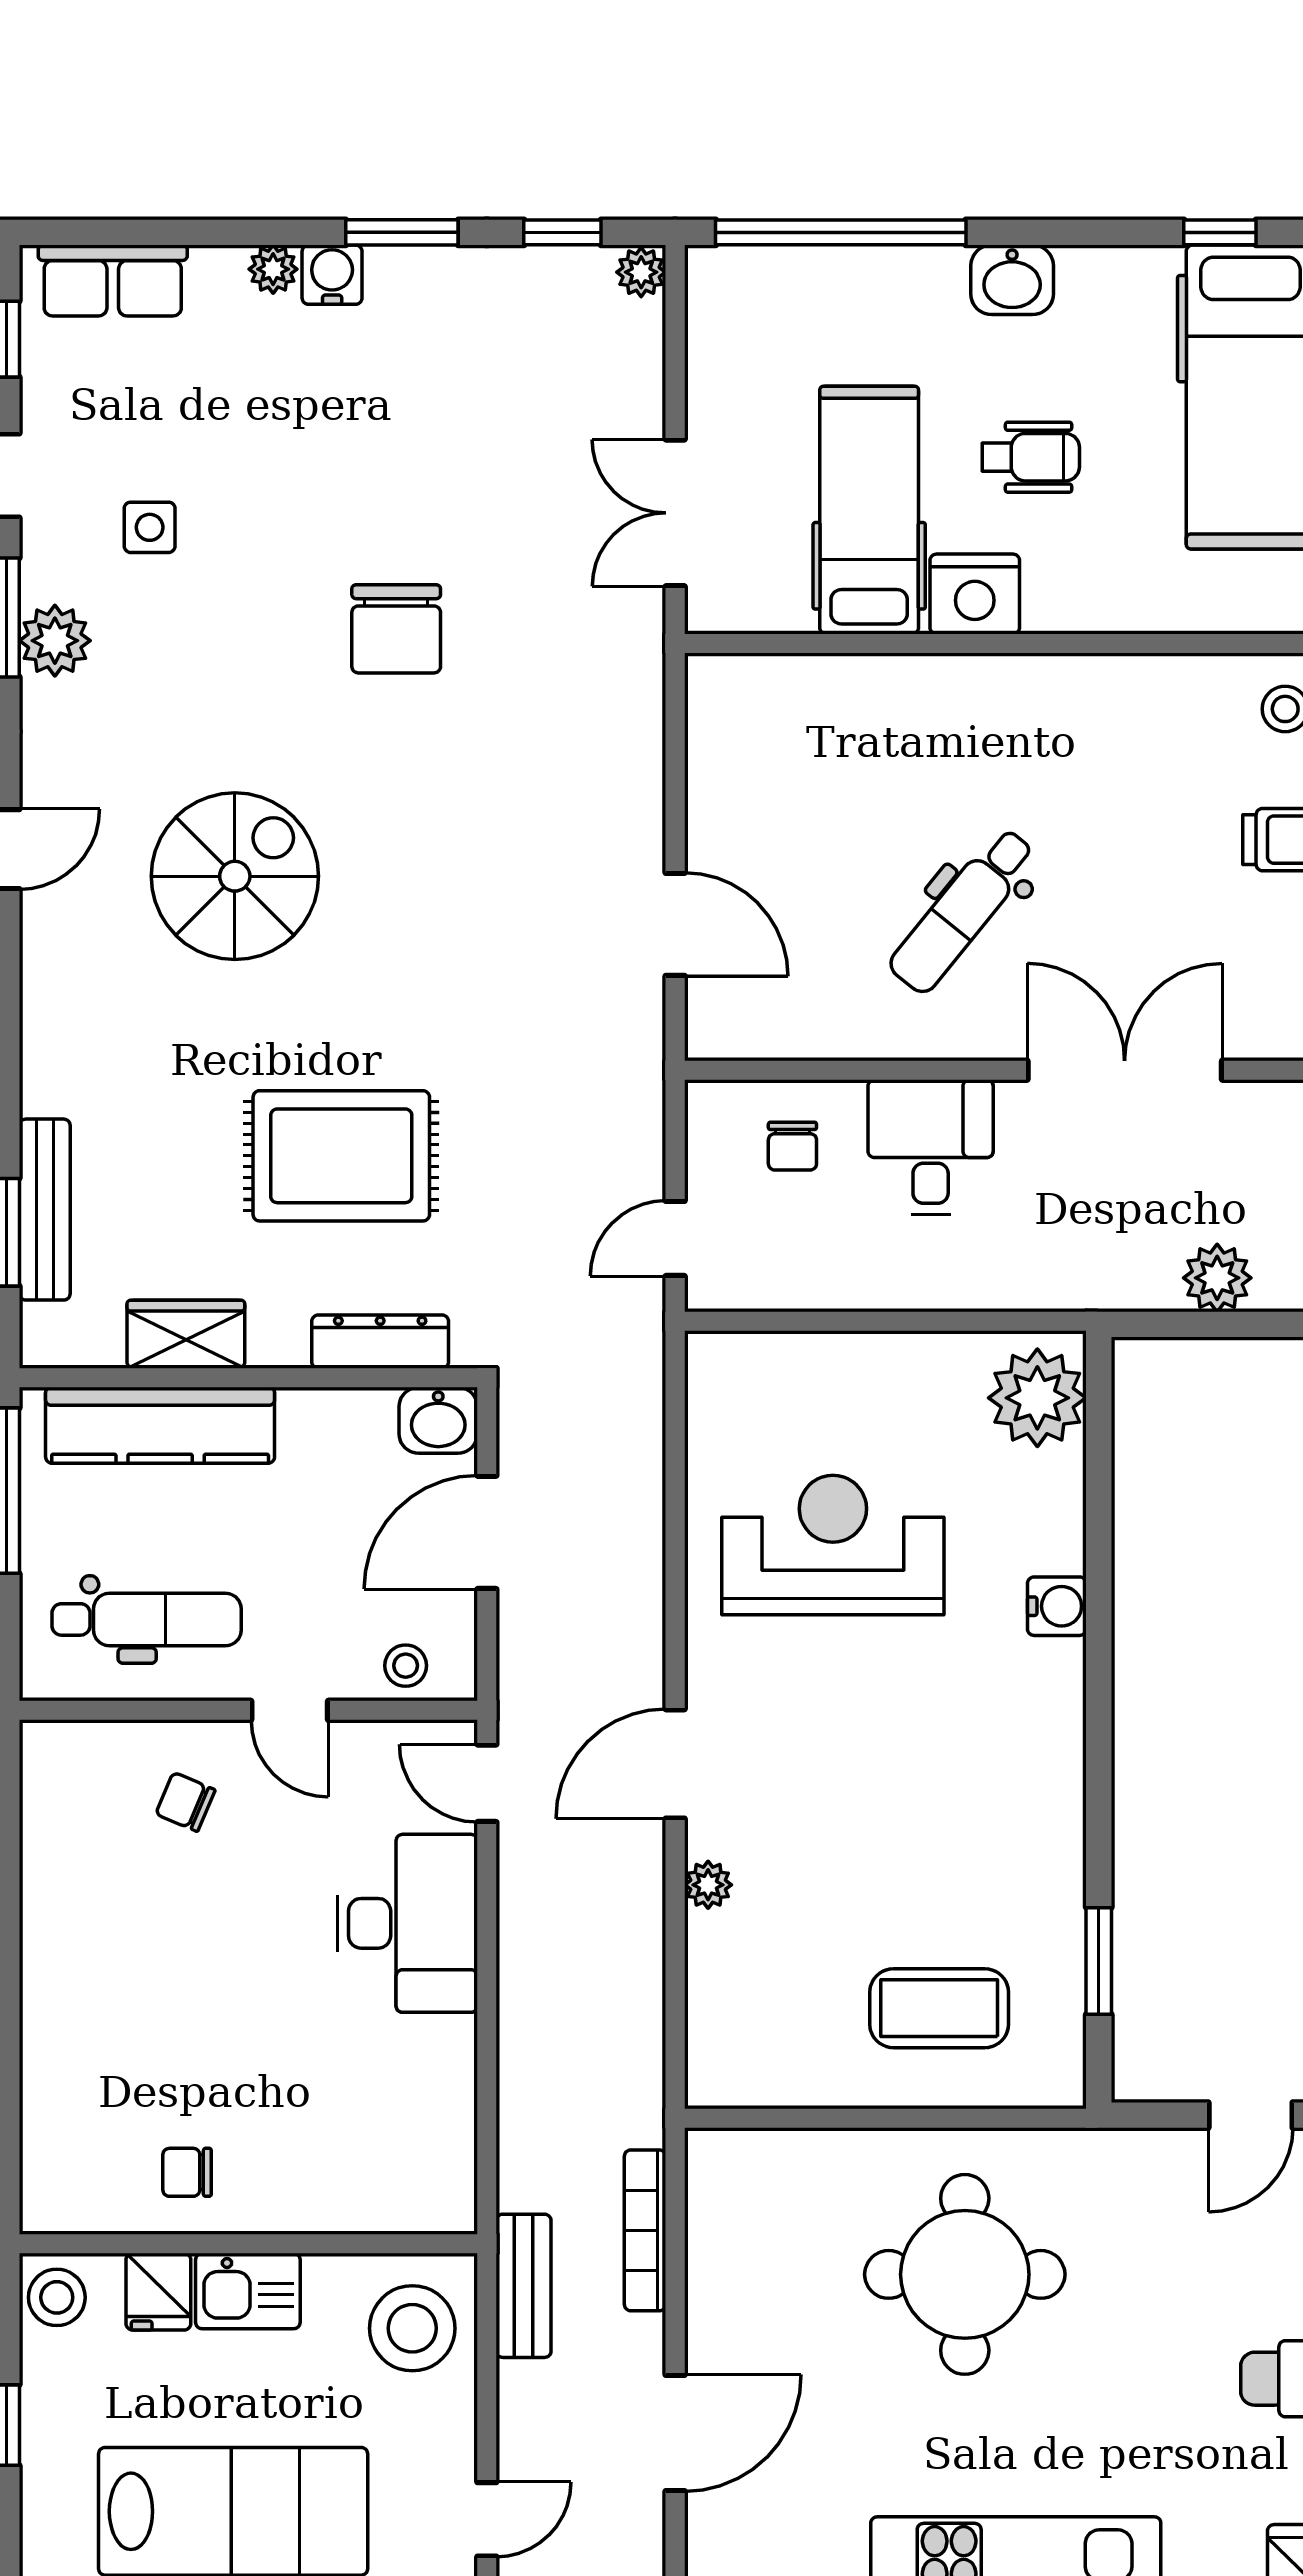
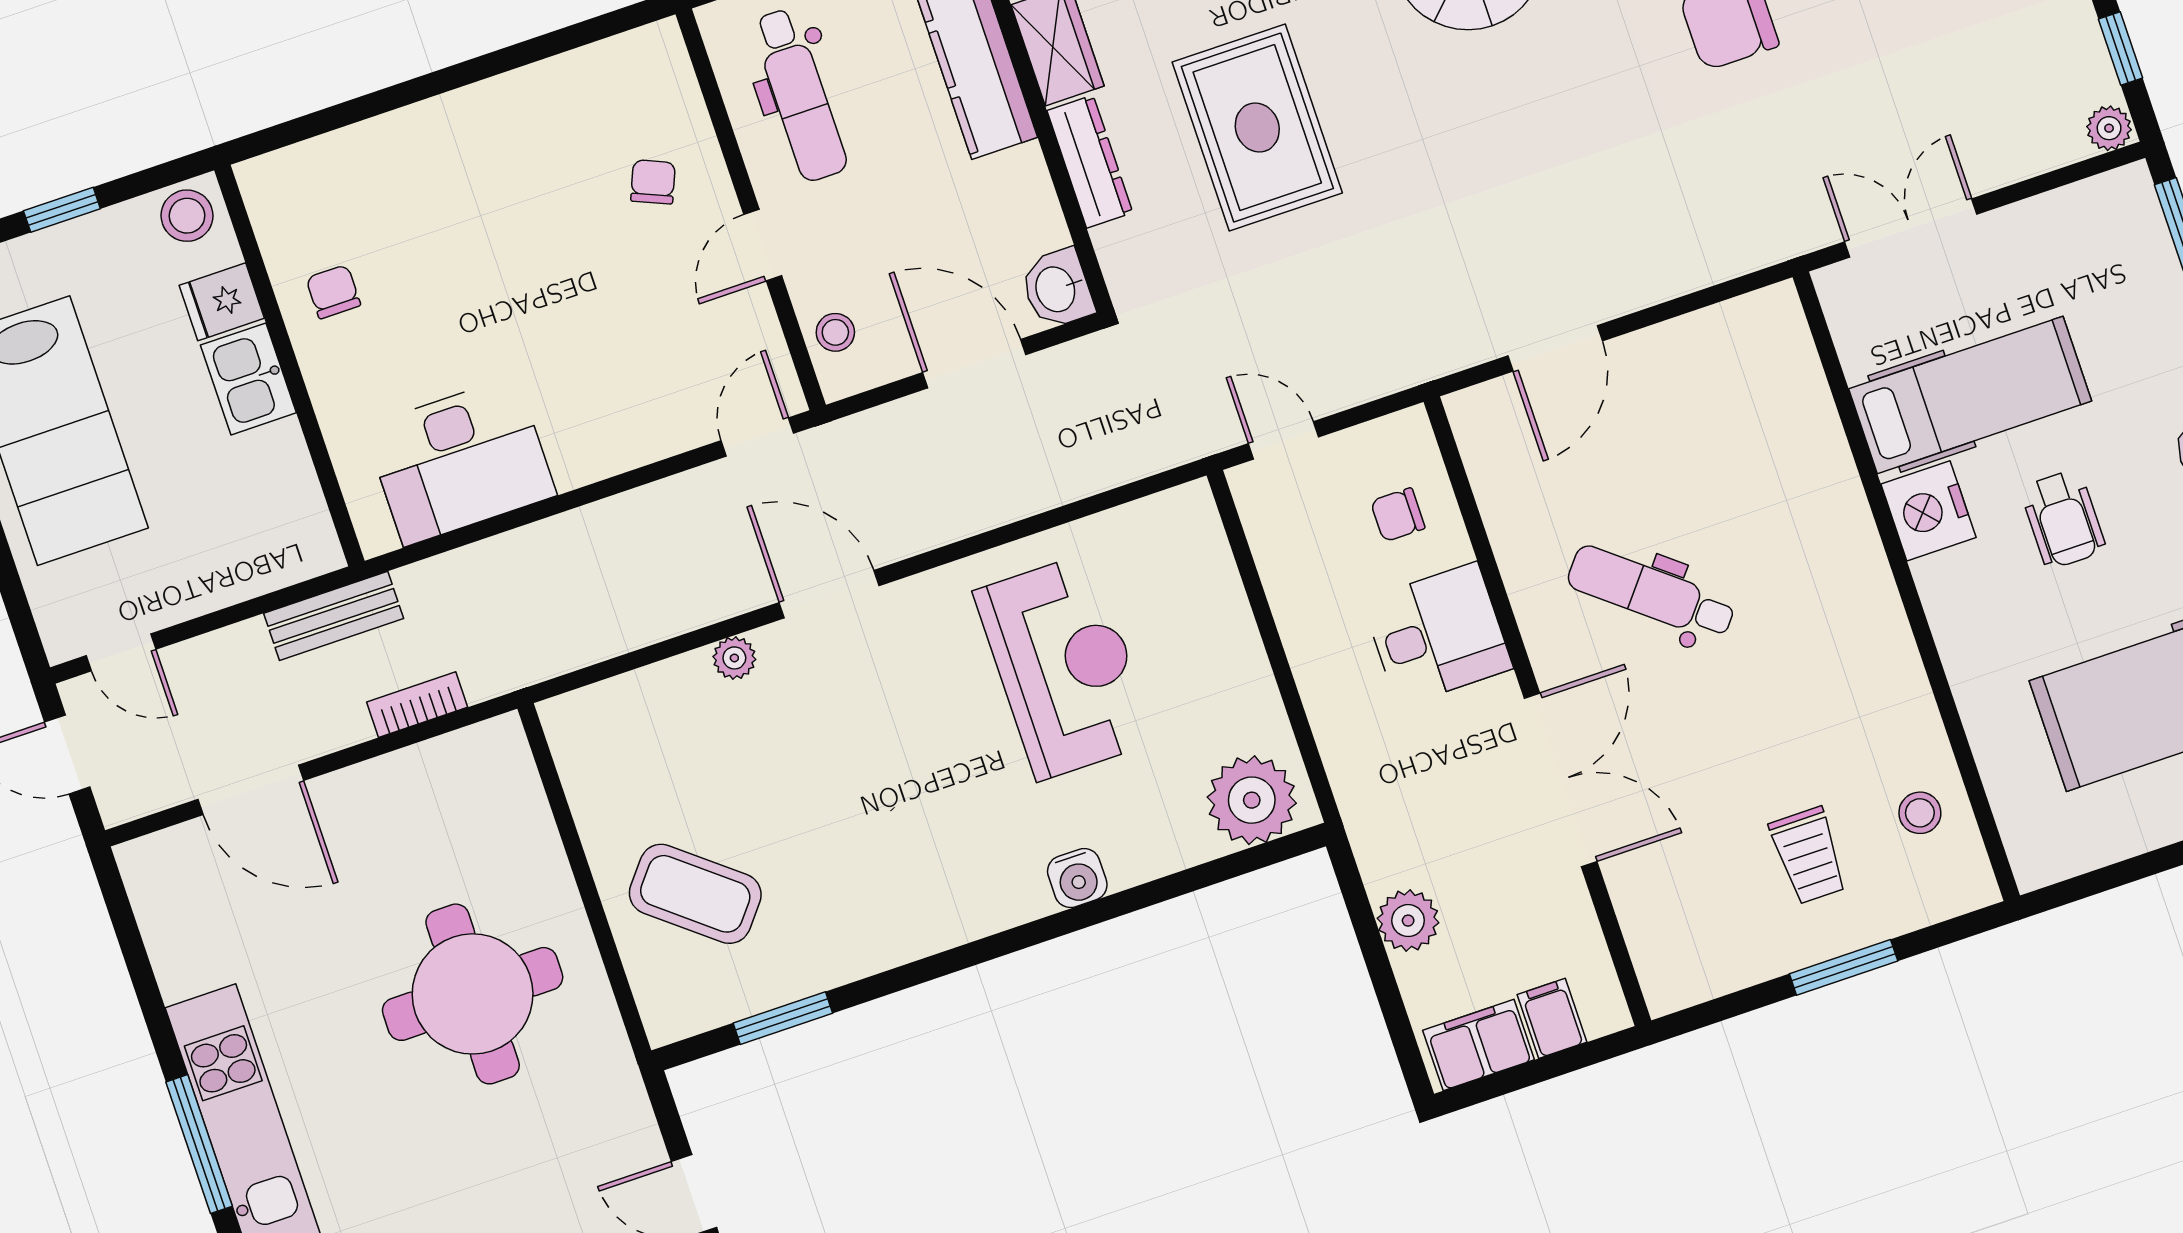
dresser: (380, 1342) -> (1090, 162), moved
desk: (407, 1923) -> (460, 461), moved
coffee table: (939, 2008) -> (695, 894), turned -51
bookcase: (645, 2230) -> (417, 705), width x0.64
stool: (412, 2328) -> (264, 532), removed

